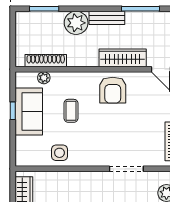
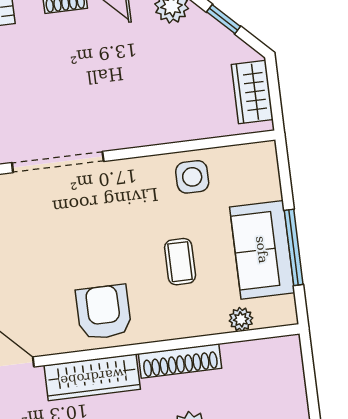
shoe rack: (46, 61) -> (180, 361), moved
window: (13, 111) -> (294, 247), width x2.17
doorway: (126, 169) -> (58, 162), width x1.36

